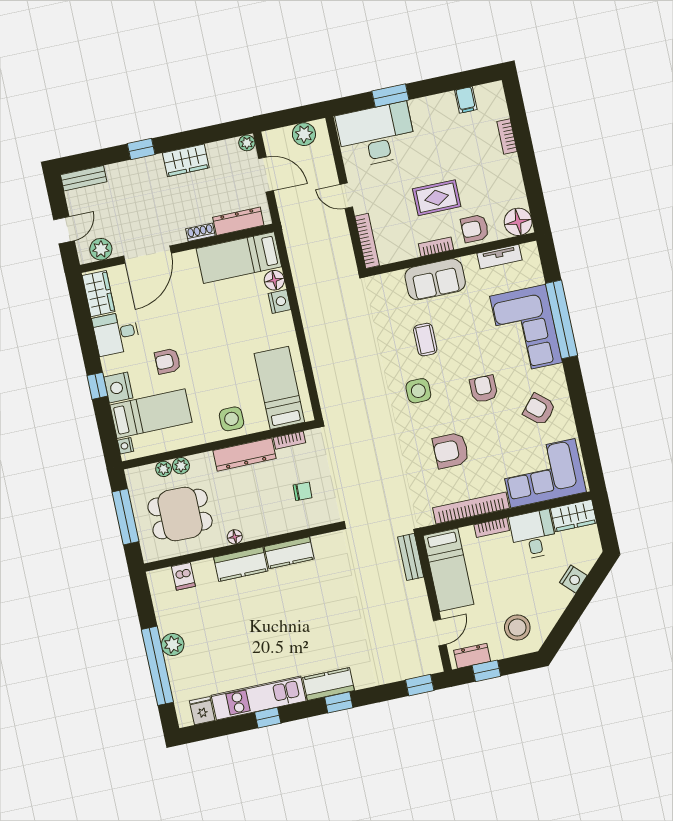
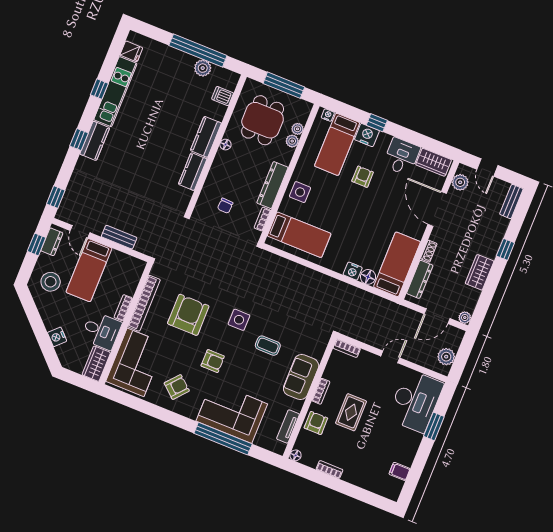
bookcase: (507, 136) -> (329, 470), moved
floor lamp: (518, 222) -> (296, 455), width x0.53, depth x0.53
bookcase: (367, 241) -> (347, 348), width x0.64
armchair: (451, 451) -> (188, 315), width x1.36, depth x1.36
bench: (411, 557) -> (119, 237), moved
bed: (449, 570) -> (89, 270), moved, turned -90
plant: (173, 645) -> (203, 68), moved
window: (157, 666) -> (198, 50), moved

